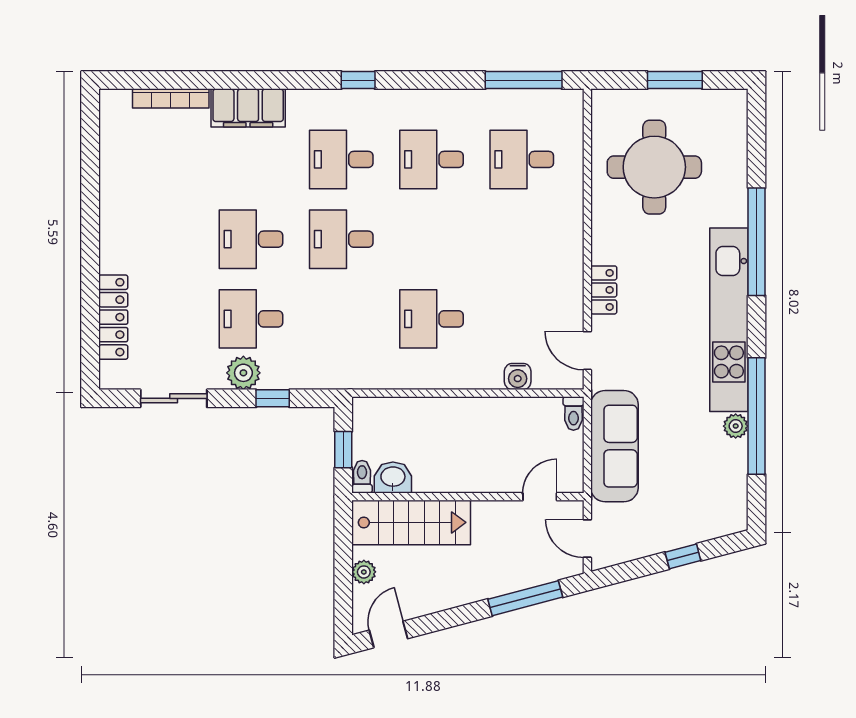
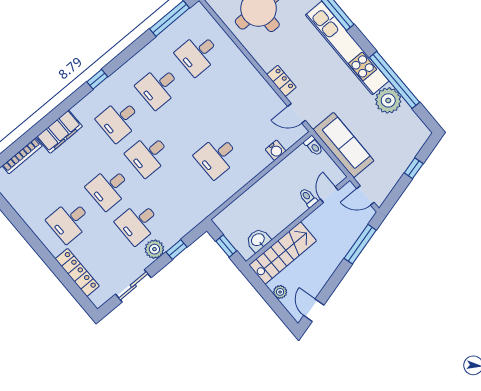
desk: (161, 239) -> (69, 221), added
plant: (736, 426) -> (388, 100), width x1.88, depth x1.88
toilet: (362, 477) -> (308, 198), moved

